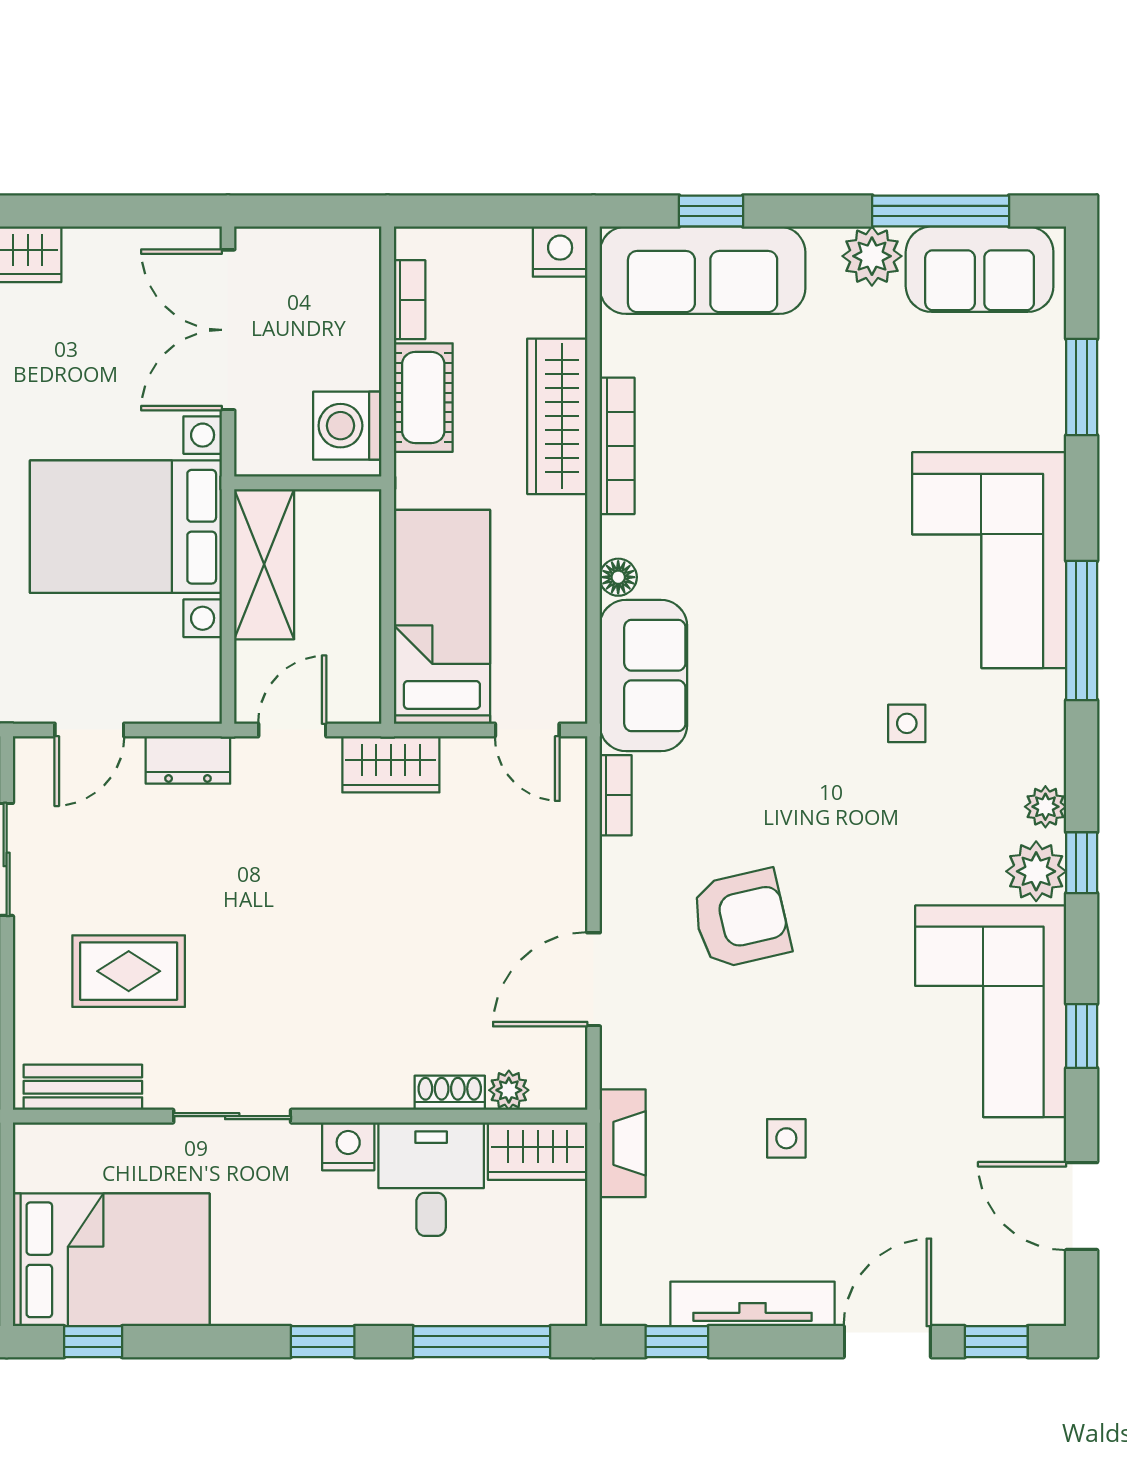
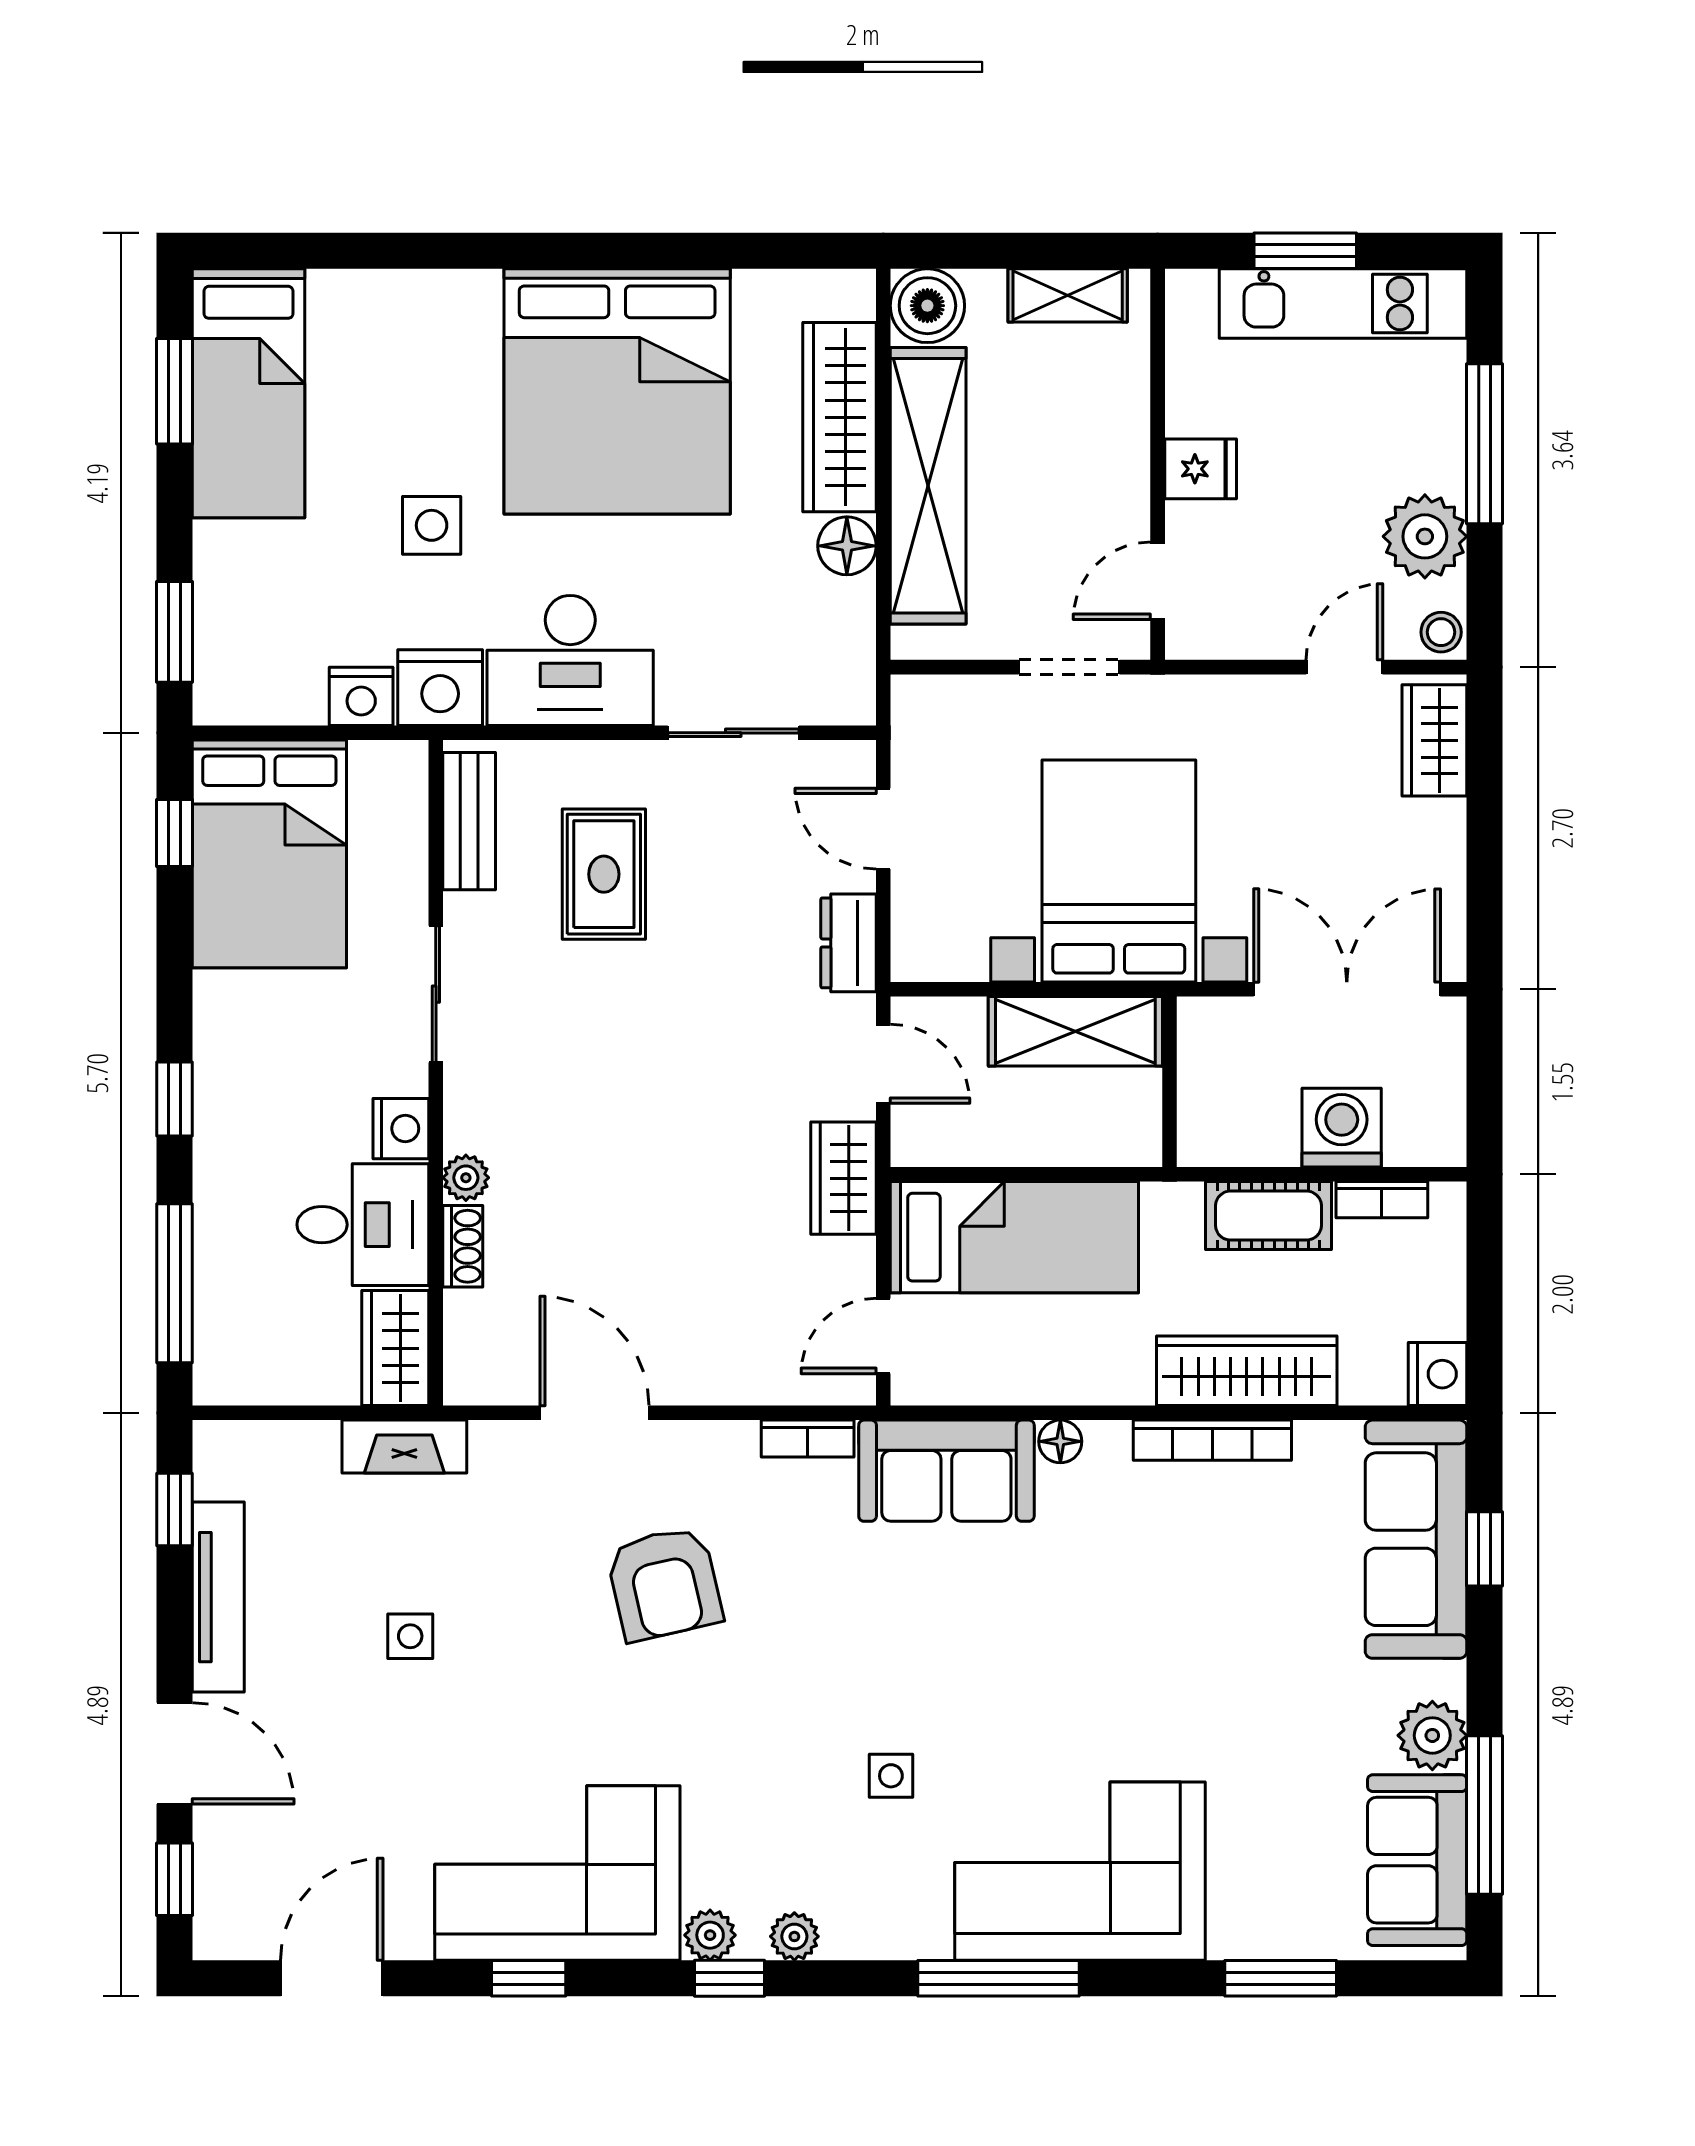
washing machine: (347, 426) -> (1342, 1128), moved
plant: (1036, 871) -> (710, 1935), width x0.73, depth x0.73
plant: (509, 1090) -> (466, 1178), moved

